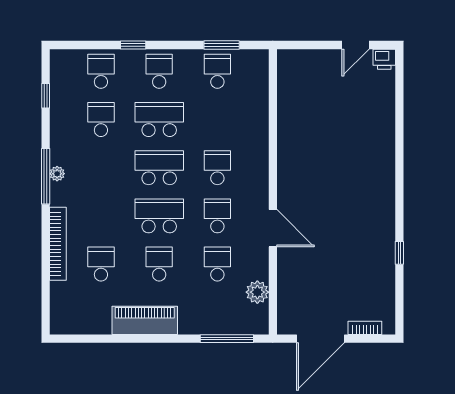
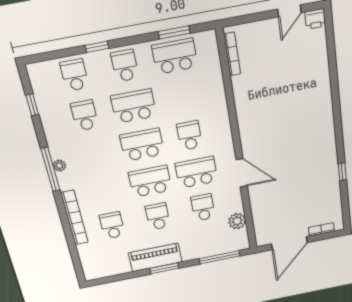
school desk: (217, 71) -> (175, 56), width x1.85
bookcase: (283, 81) -> (232, 54), added
school desk: (217, 216) -> (196, 172), width x1.85
window: (153, 339) -> (164, 268), added

